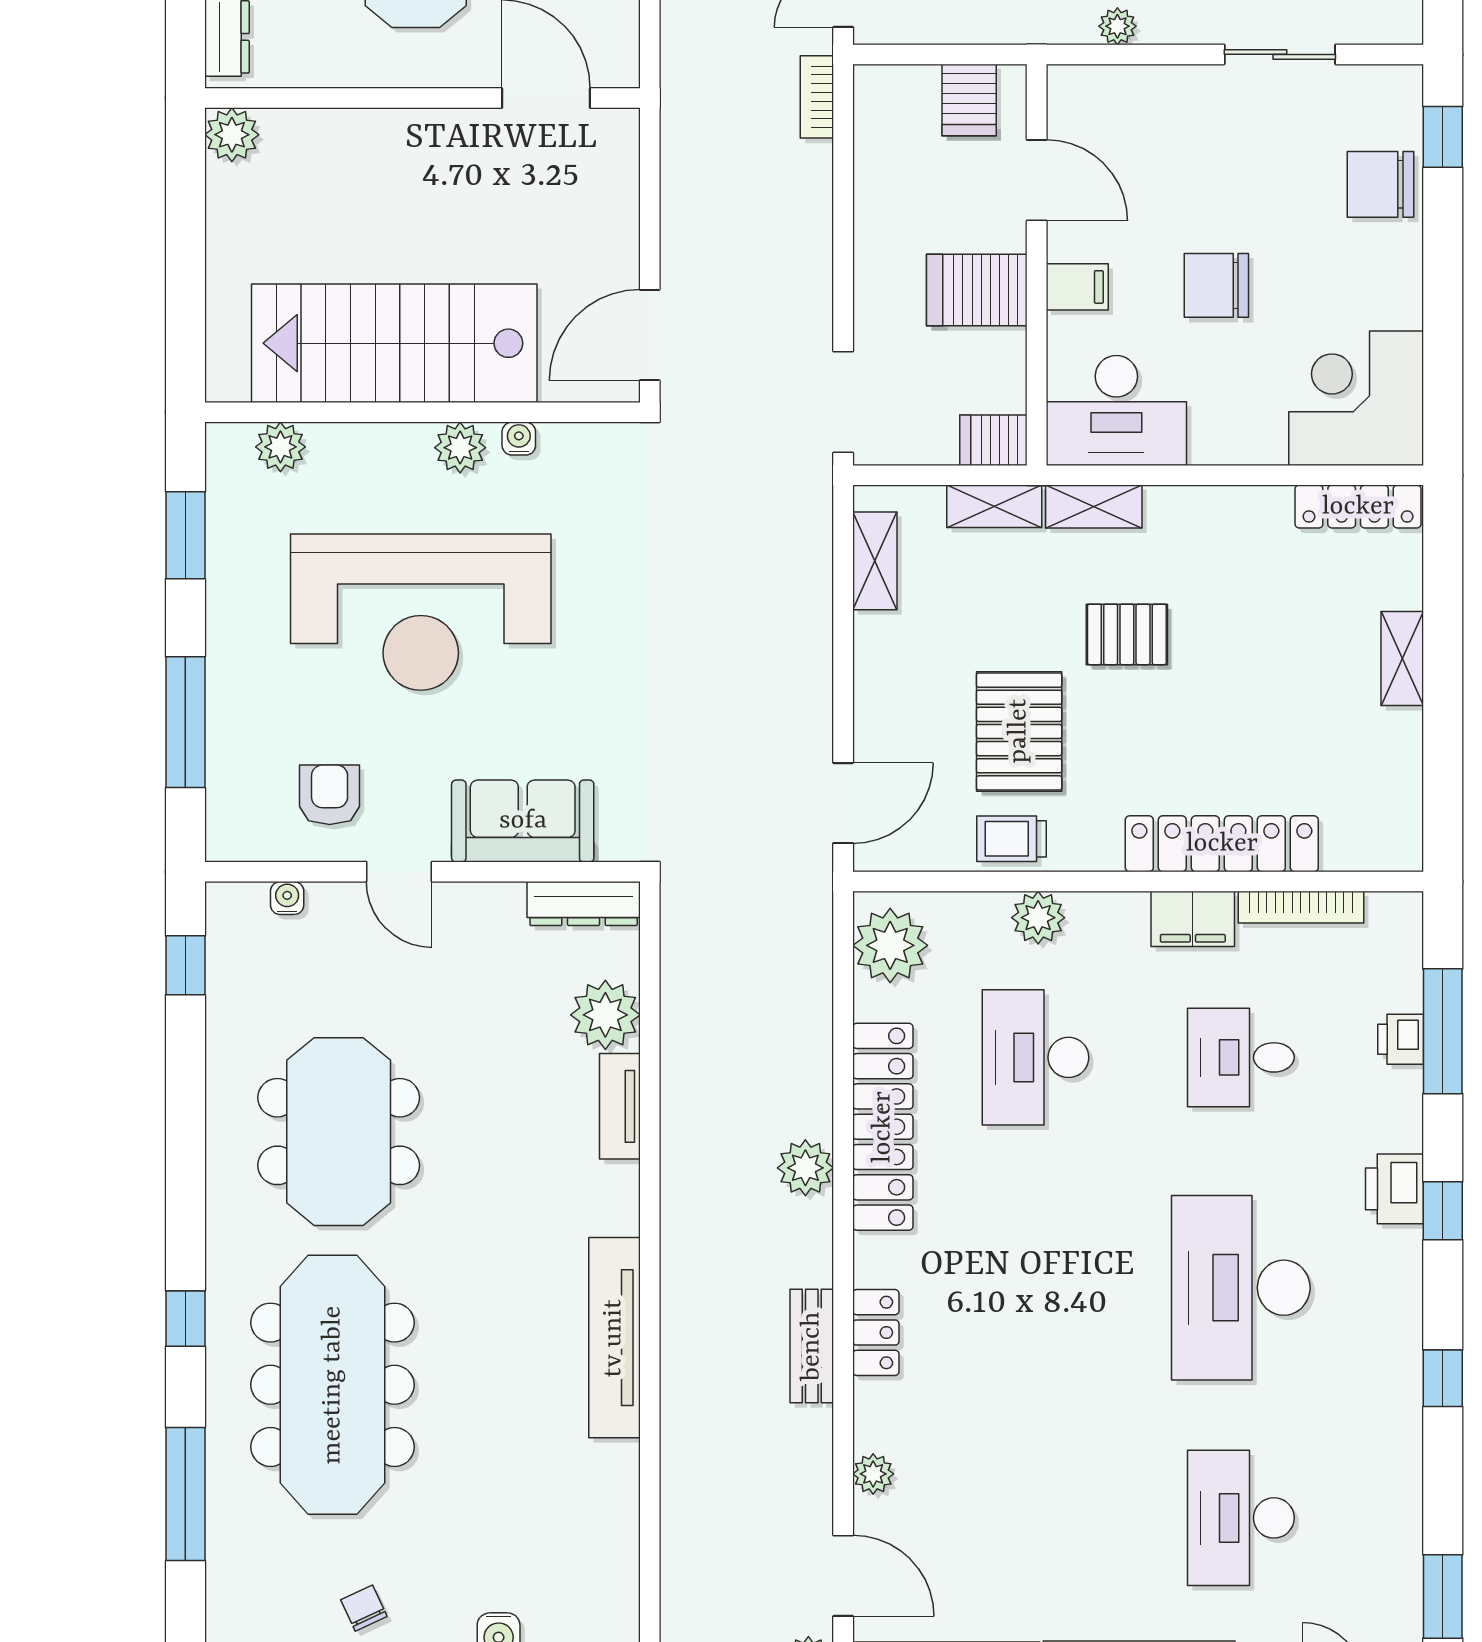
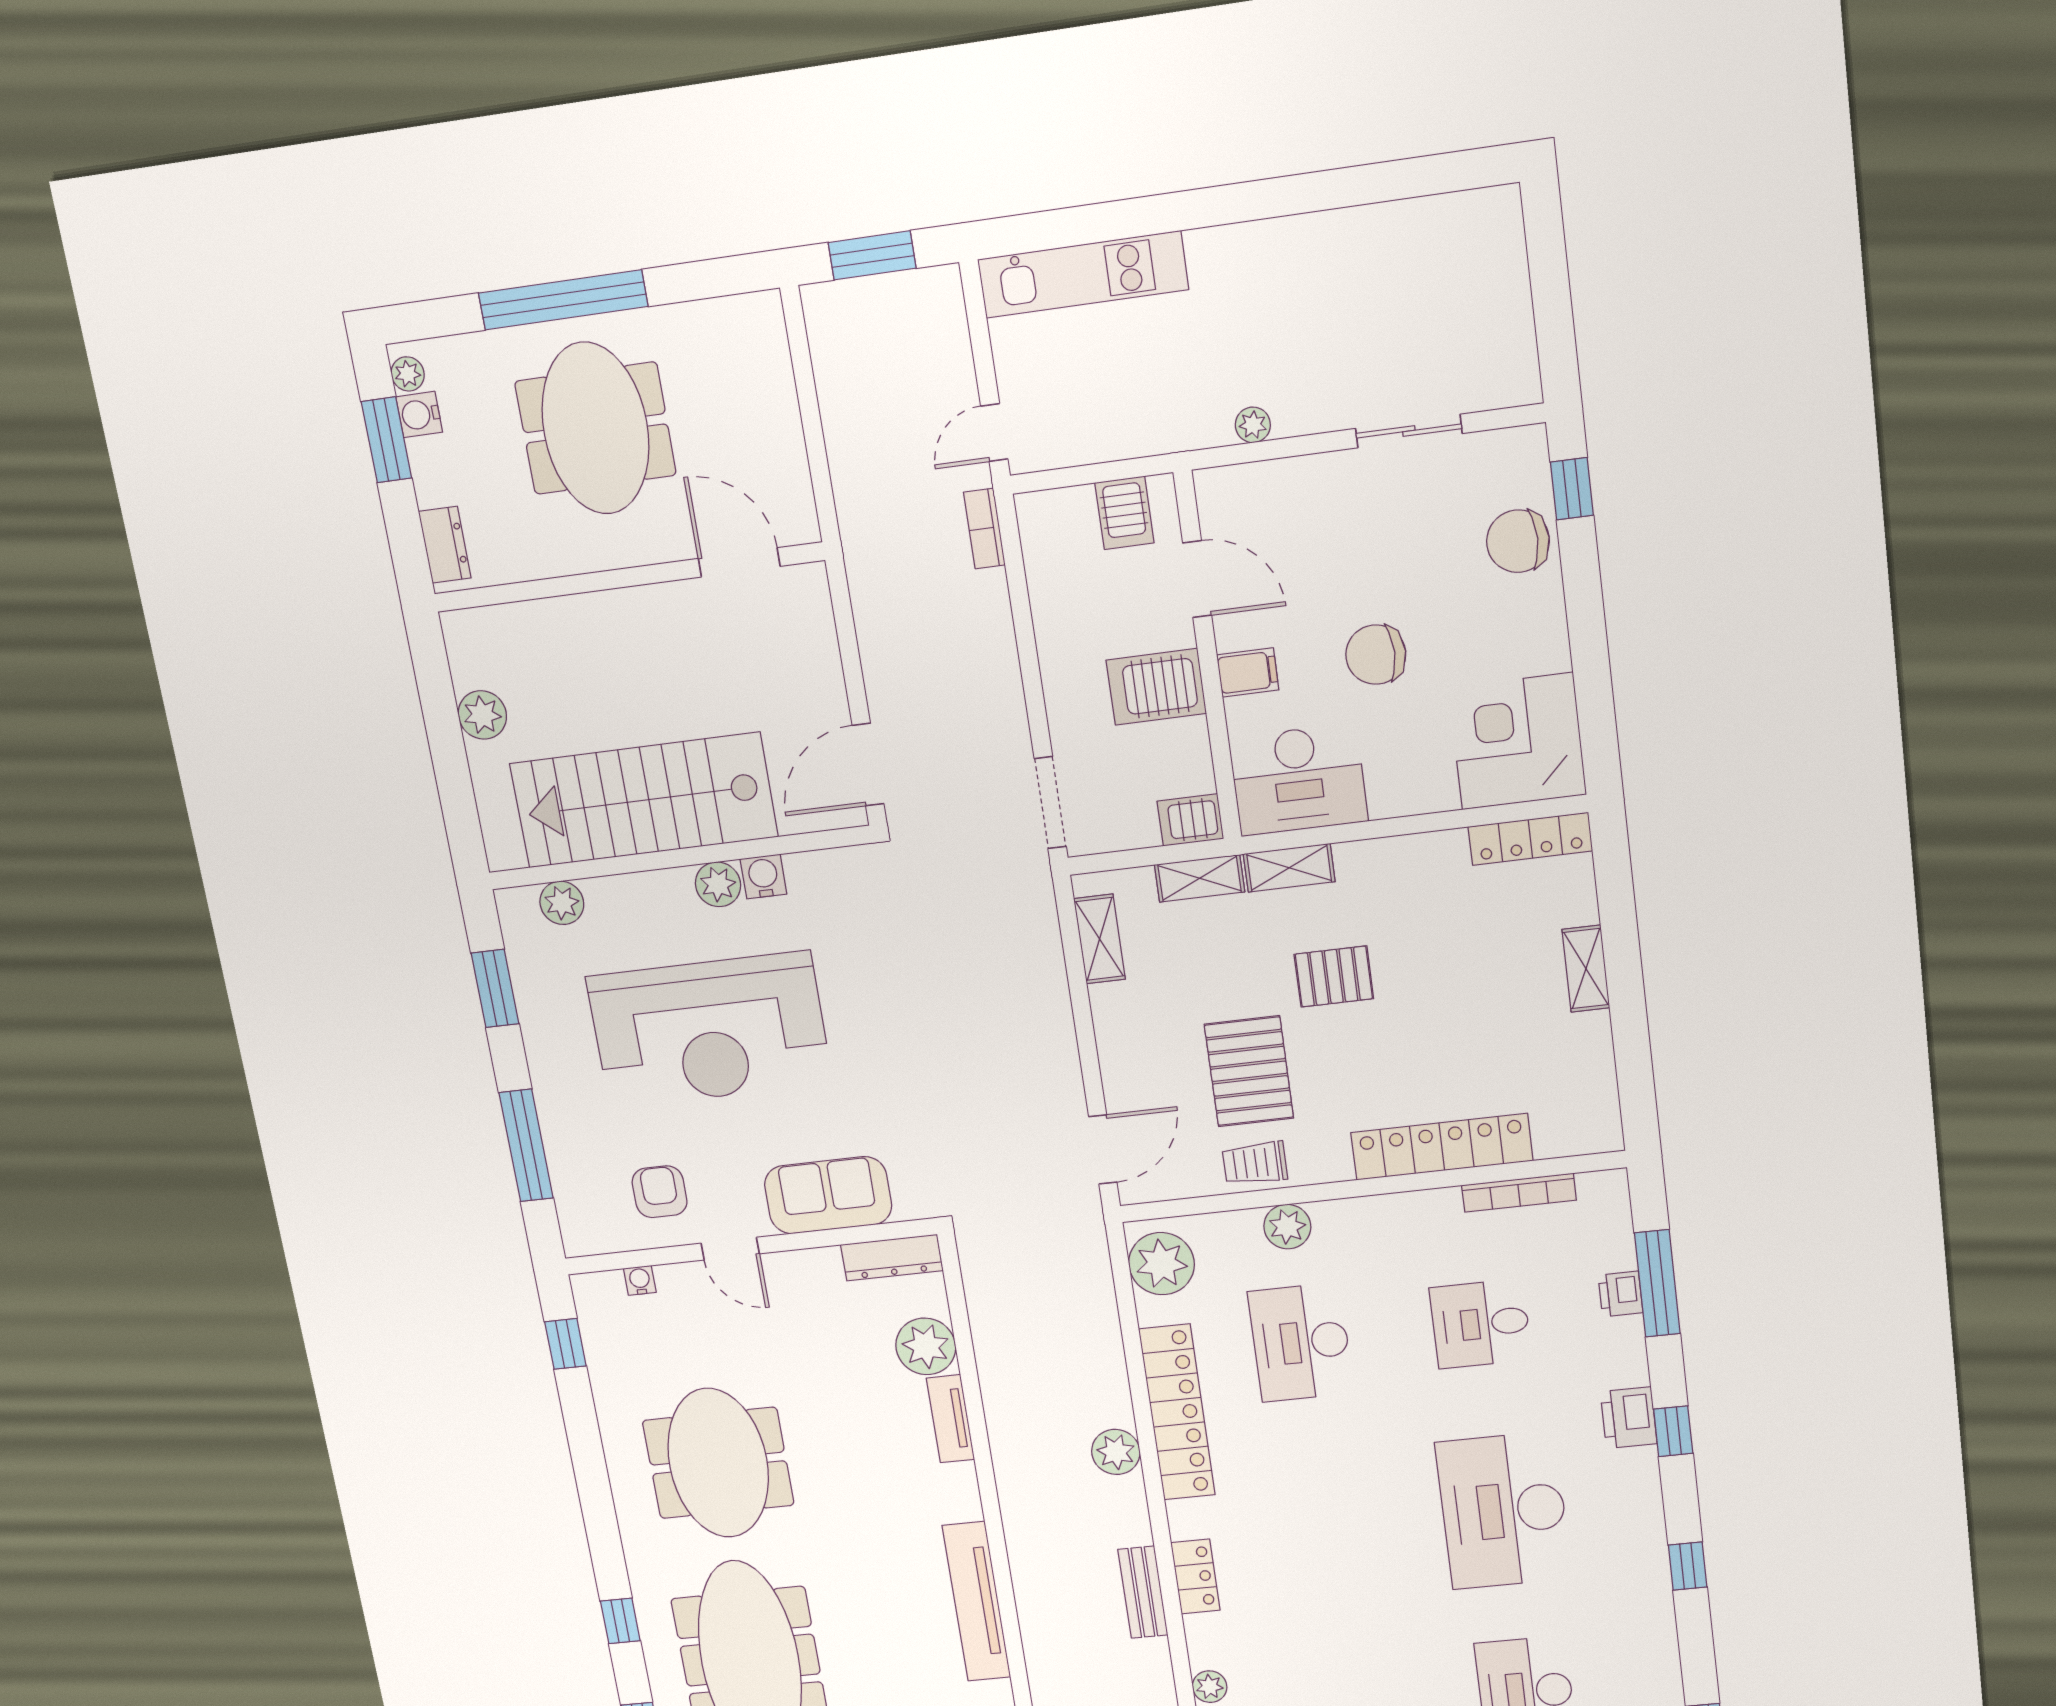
plant: (232, 135) -> (482, 715), moved
water cooler: (519, 439) -> (763, 876), width x1.38, depth x1.38
filing cabinet: (1193, 919) -> (1424, 1213), removed

